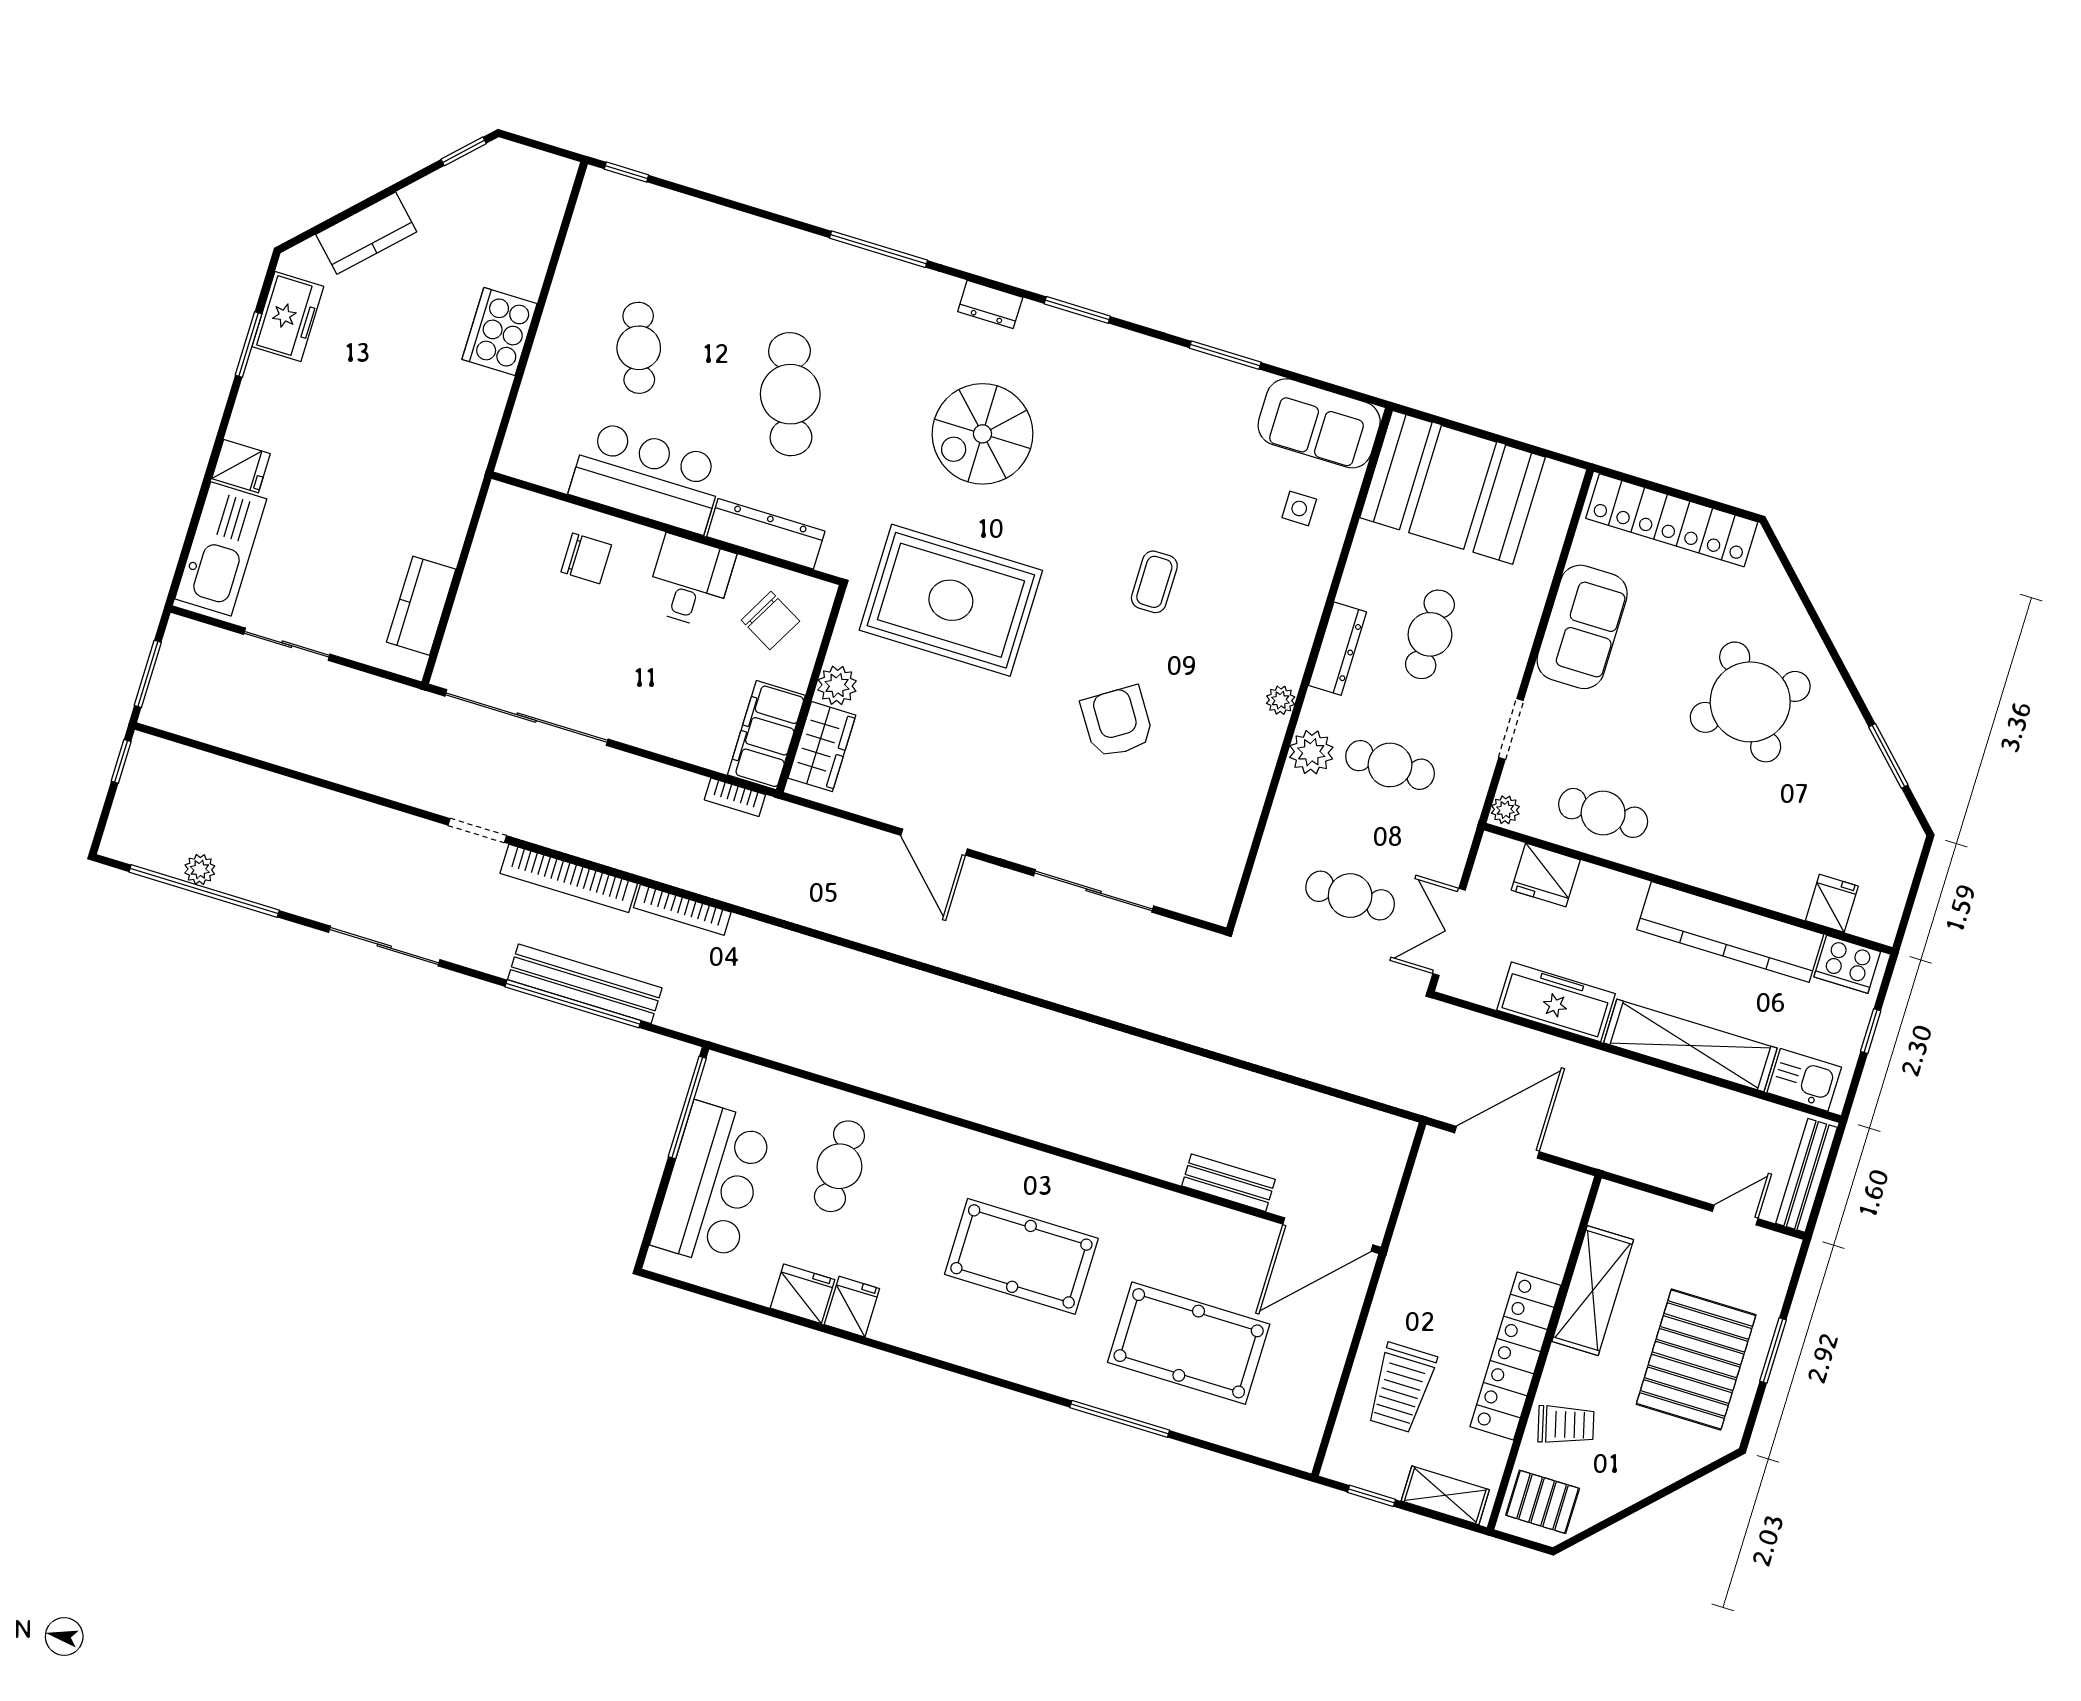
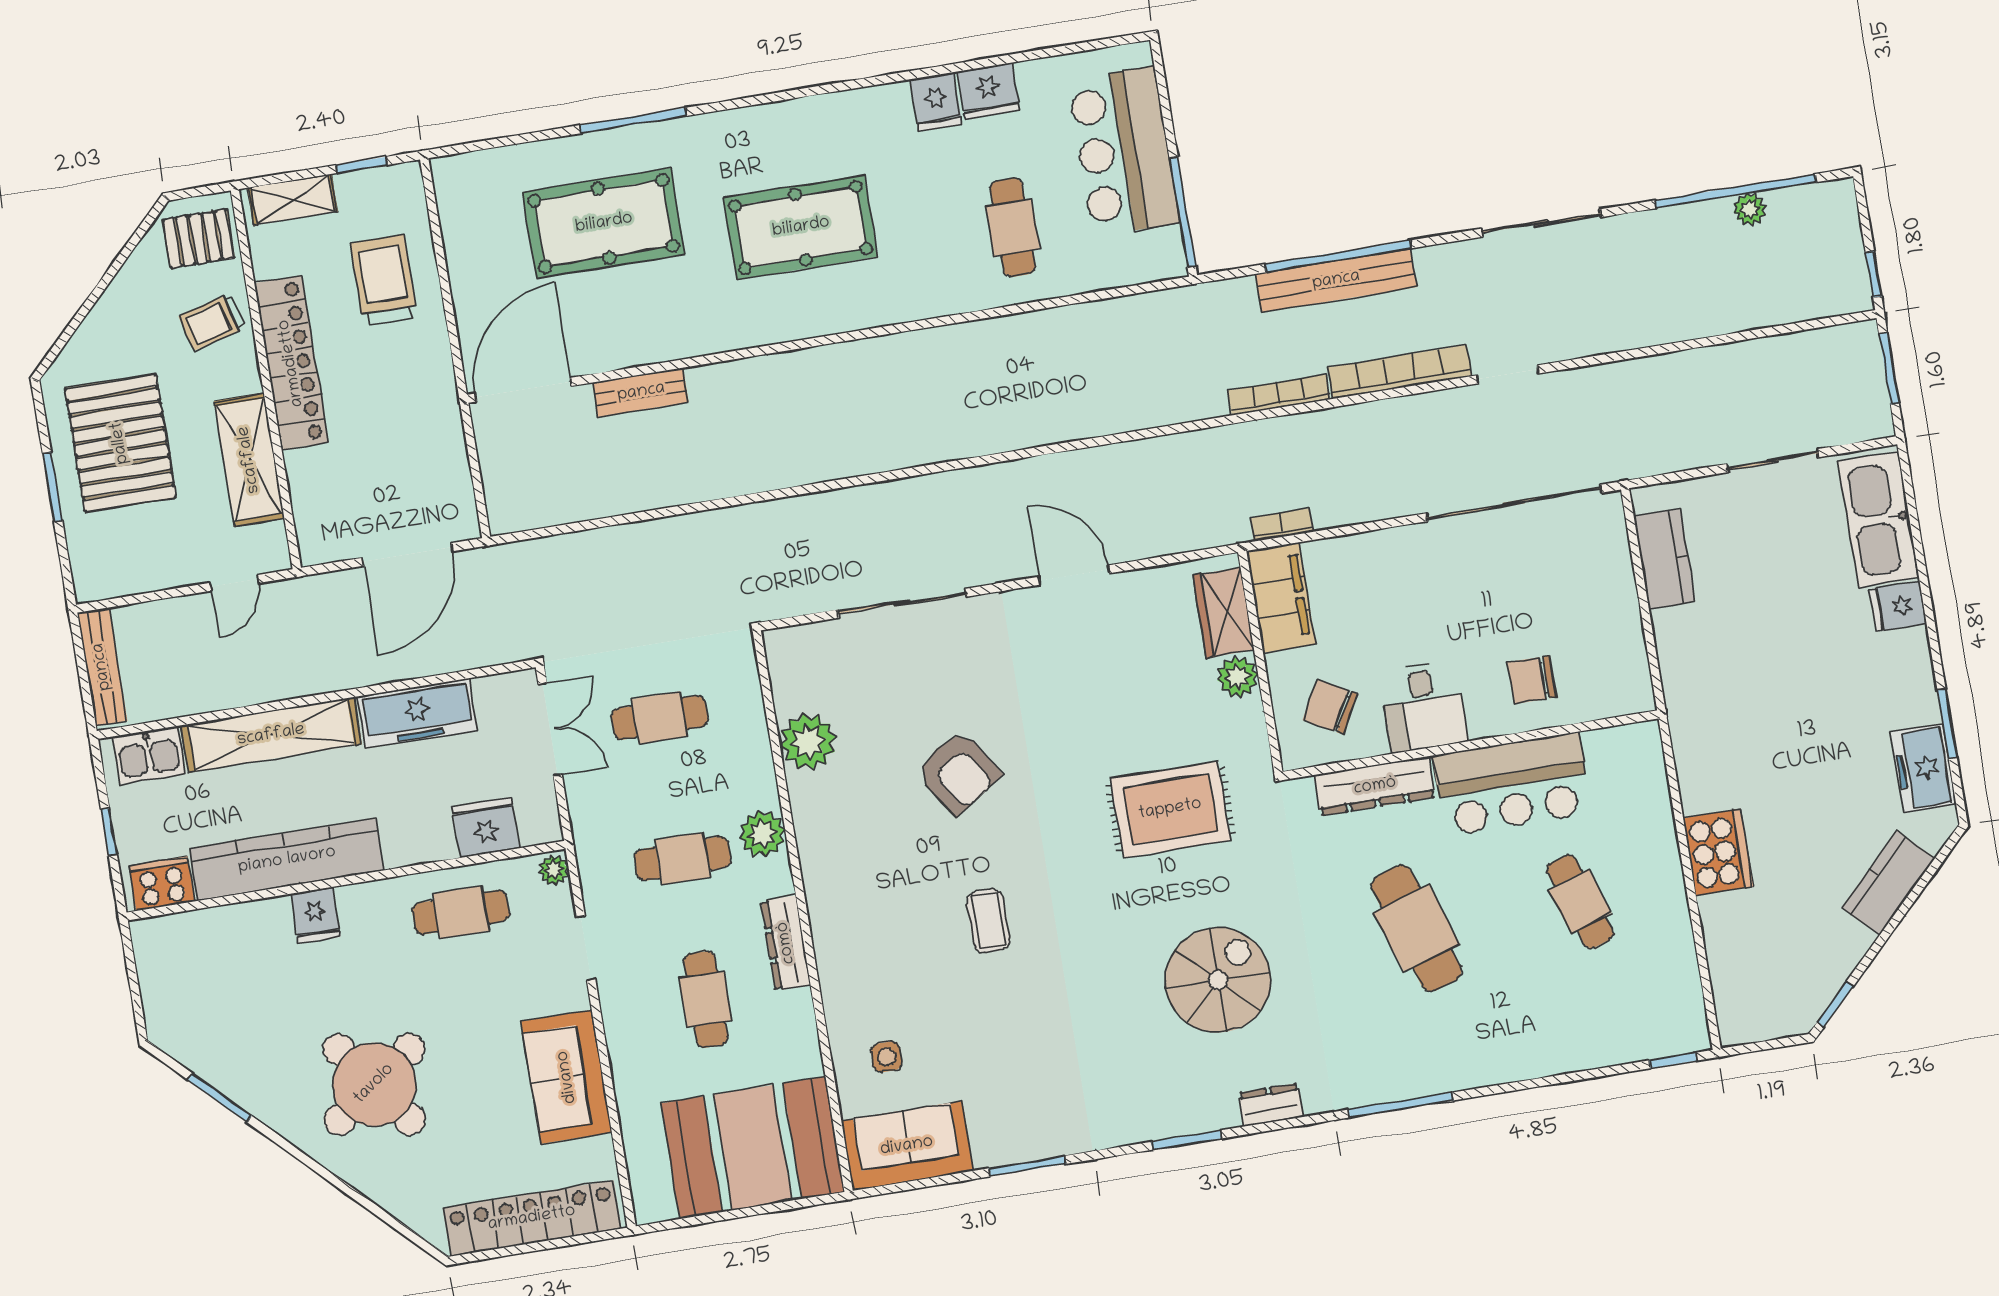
rug: (951, 600) -> (1170, 809), width x0.73, depth x0.69
plant: (1281, 700) -> (808, 742), moved, width x1.88, depth x1.88
fridge: (1832, 903) -> (316, 915), moved
door: (1735, 1215) -> (234, 583), moved

